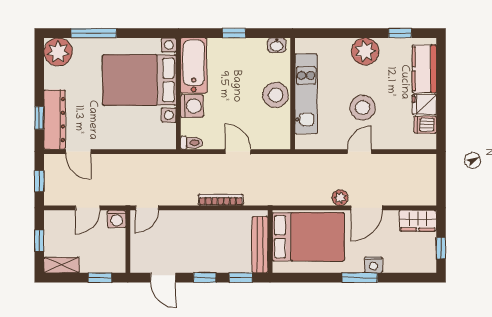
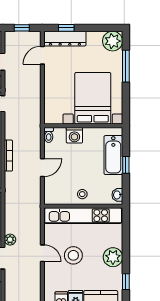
bathtub: (194, 66) -> (113, 155), moved, turned 90
kitchen unit: (306, 94) -> (83, 216), width x1.36
stool: (276, 95) -> (82, 194), width x0.53, depth x0.53

